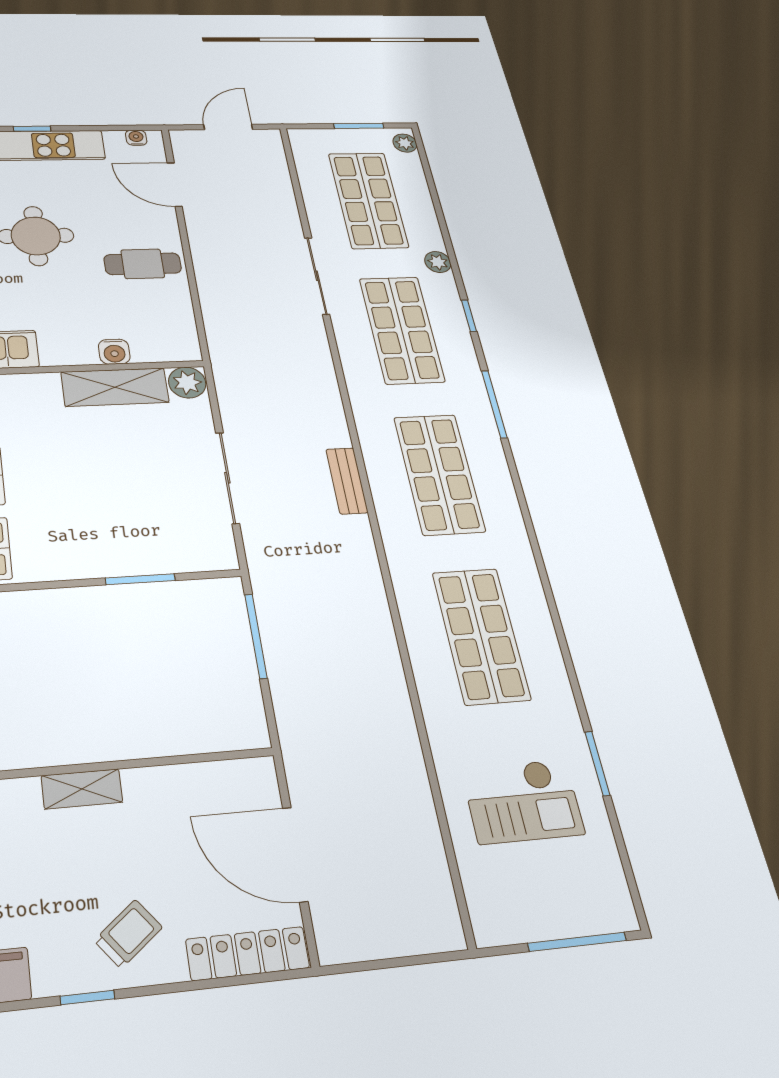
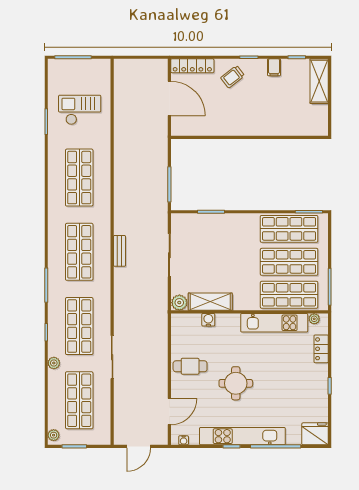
door: (175, 184) -> (169, 412), hinge flipped
shelving: (82, 789) -> (243, 130), removed

